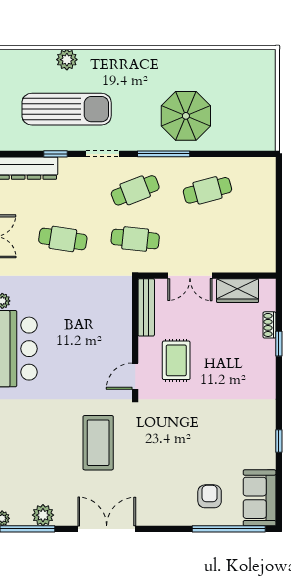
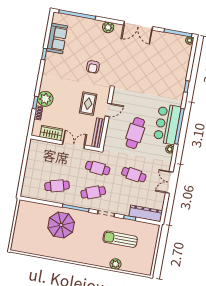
sun lounger: (67, 109) -> (120, 239), width x0.73, depth x0.75
cafe table: (75, 320) -> (135, 133), added
plant: (261, 355) -> (45, 99), added
door: (135, 376) -> (108, 110), moved
coffee table: (98, 443) -> (135, 70), removed
armchair: (210, 496) -> (93, 67), moved
sofa: (260, 498) -> (57, 38), moved
plant: (43, 515) -> (108, 27), moved

